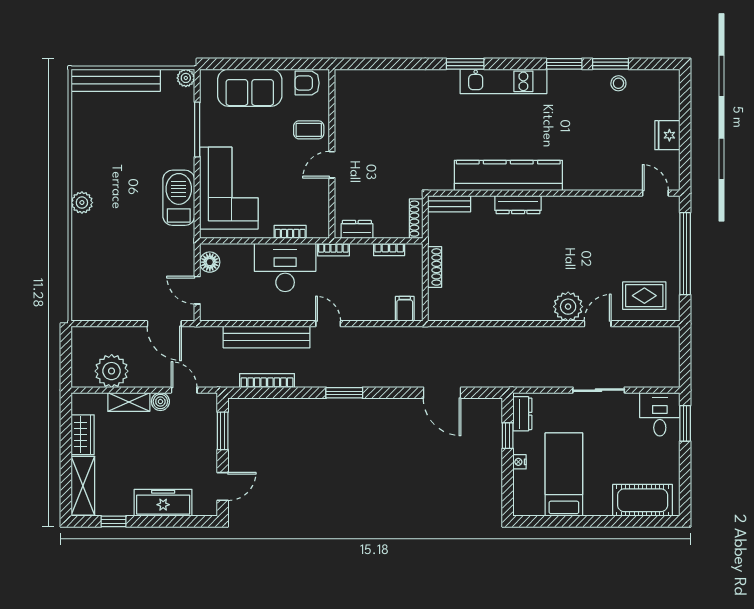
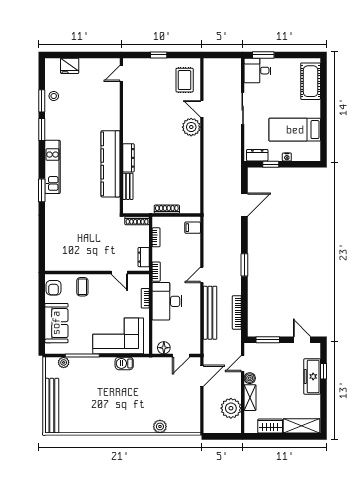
plant: (186, 78) -> (64, 362), moved
fridge: (667, 135) -> (70, 66), moved
door: (332, 165) -> (119, 272), moved
barbecue: (179, 198) -> (124, 363), width x0.53, depth x0.65
plant: (82, 203) -> (160, 426), moved
bench: (449, 204) -> (128, 186), moved
window: (685, 254) -> (159, 55), width x0.32
window: (114, 521) -> (324, 371), moved

